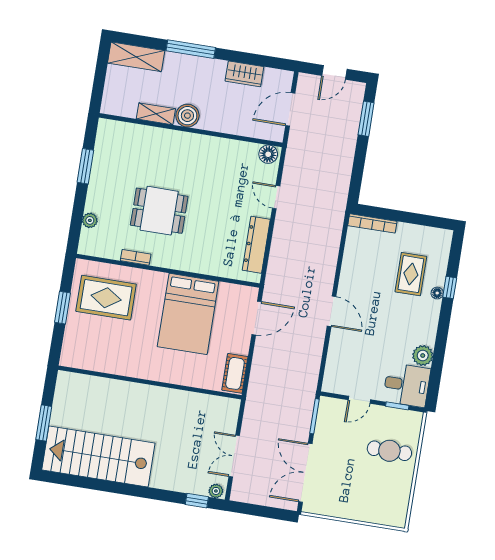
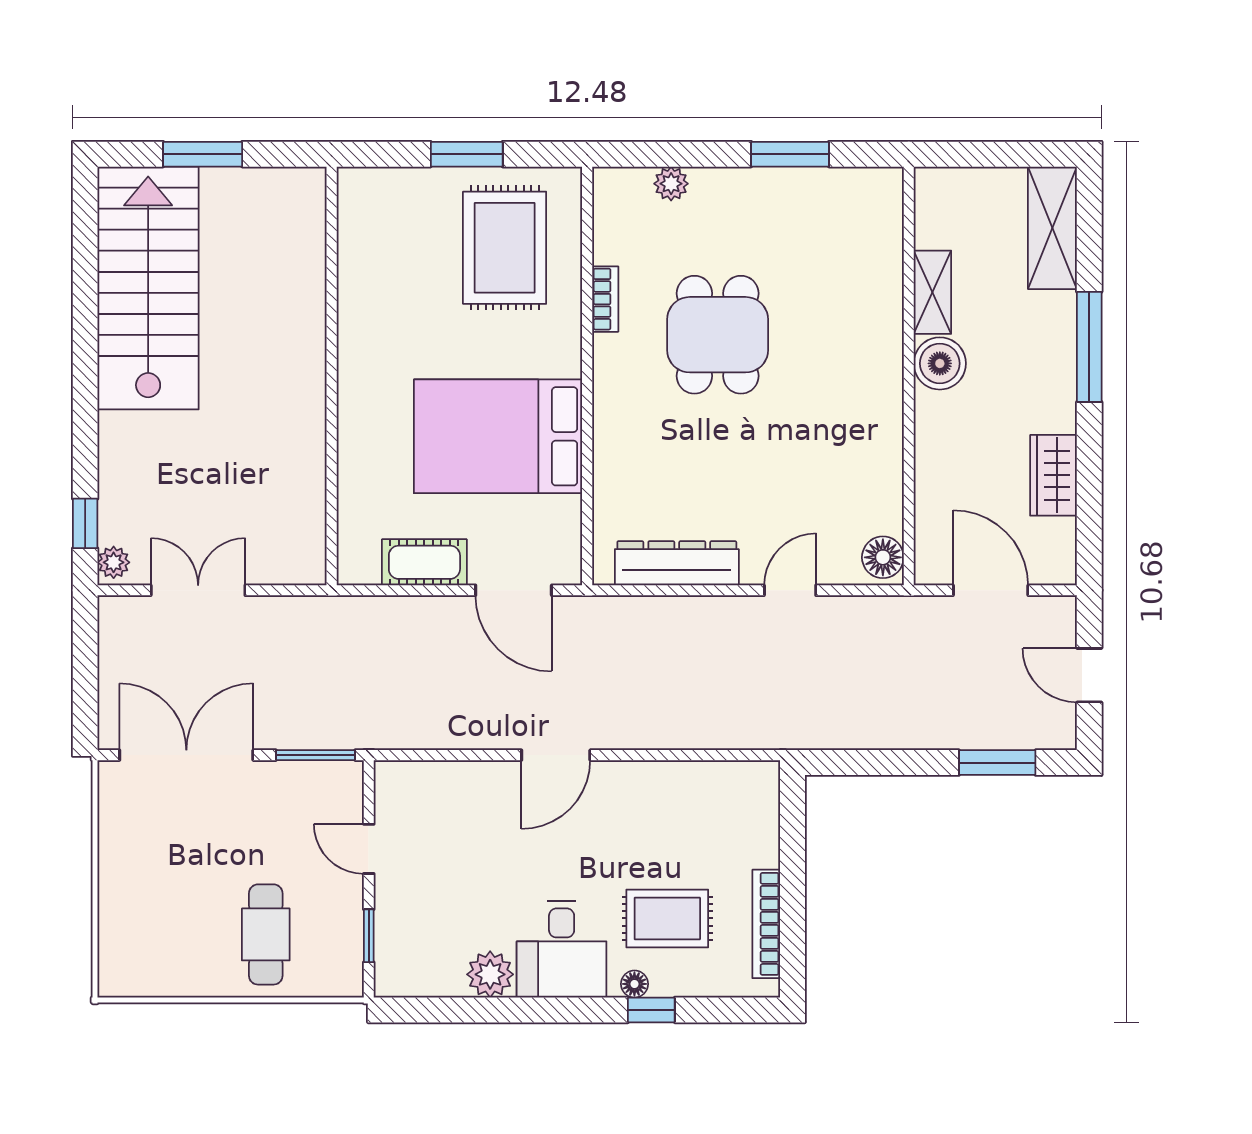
bookcase: (372, 223) -> (766, 924), moved
cot: (235, 373) -> (424, 562), moved
desk: (407, 385) -> (562, 949), moved

